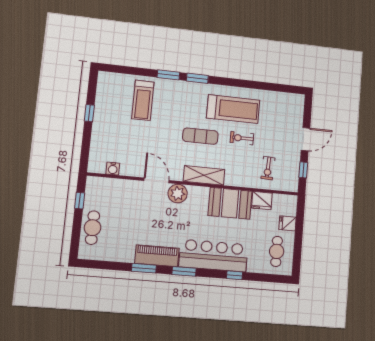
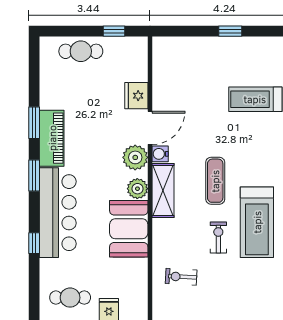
water cooler: (113, 169) -> (160, 154), moved
plant: (201, 194) -> (137, 189), added
fridge: (262, 201) -> (136, 96), moved

